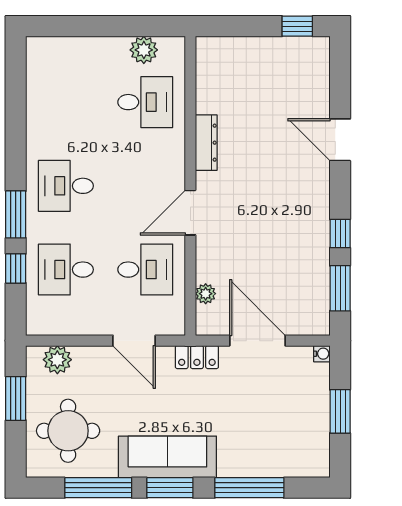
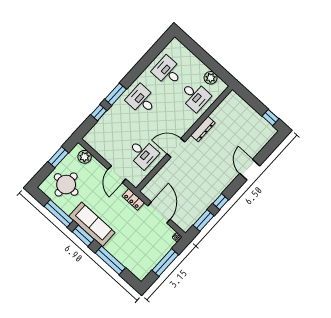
desk: (66, 270) -> (168, 71), moved
plant: (206, 294) -> (156, 180), removed
window: (340, 411) -> (165, 263), width x1.44

